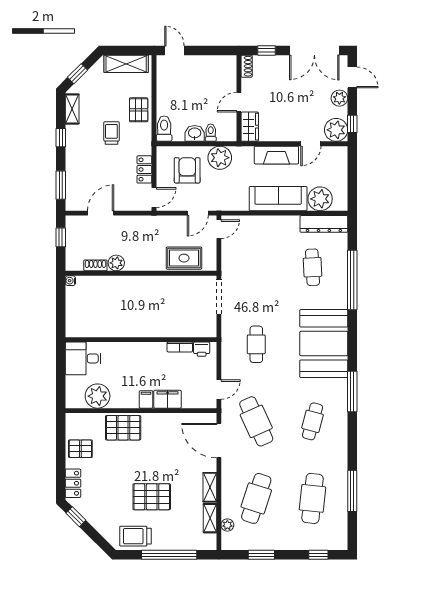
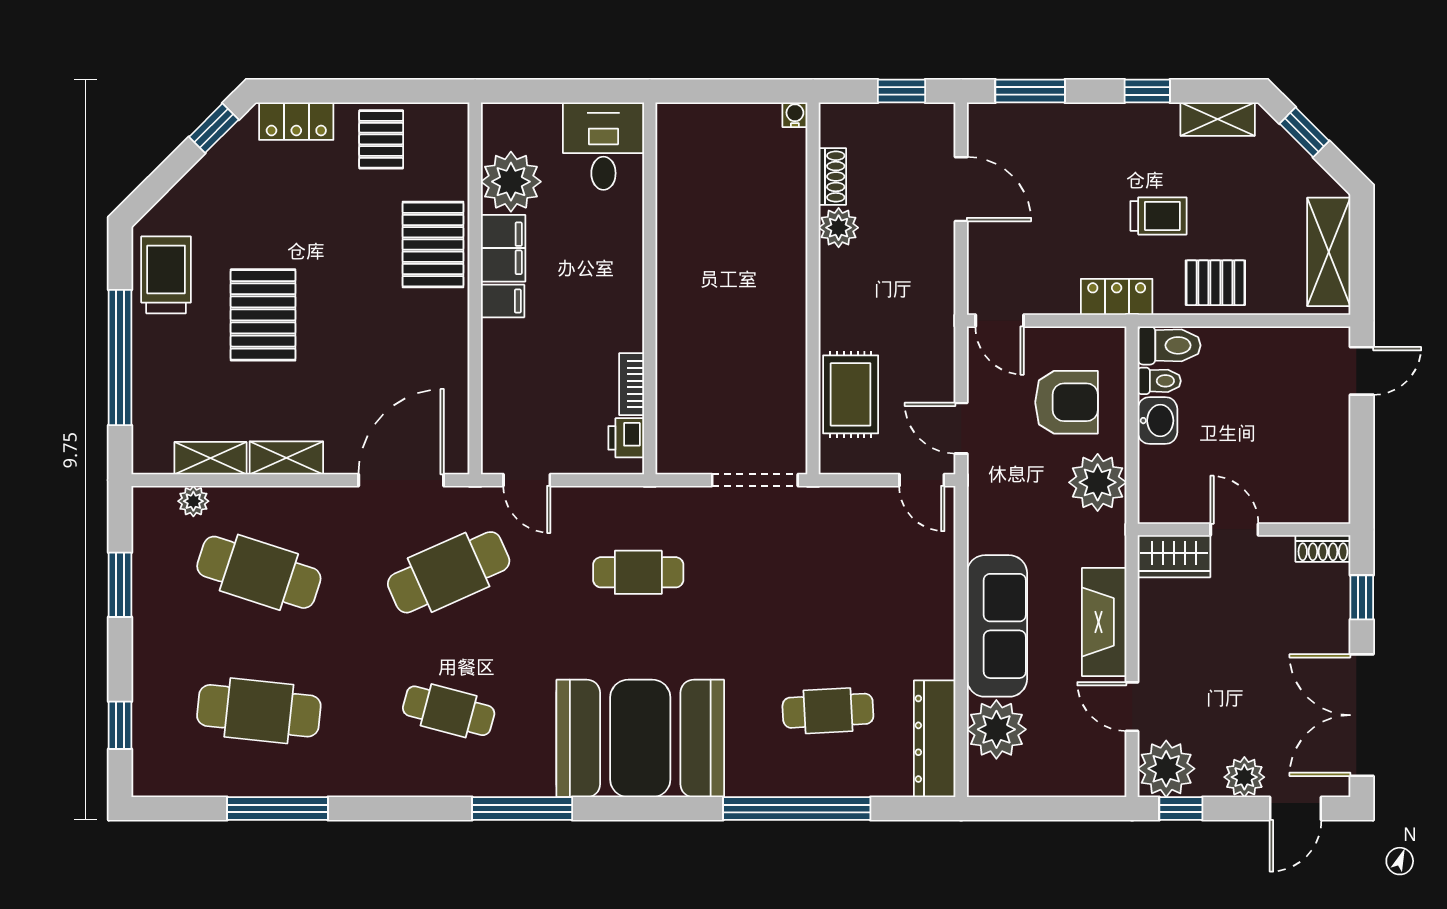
toilet: (211, 133) -> (1159, 381), moved
locker: (144, 169) -> (1117, 297), moved
filing cabinet: (167, 399) -> (503, 248), moved

